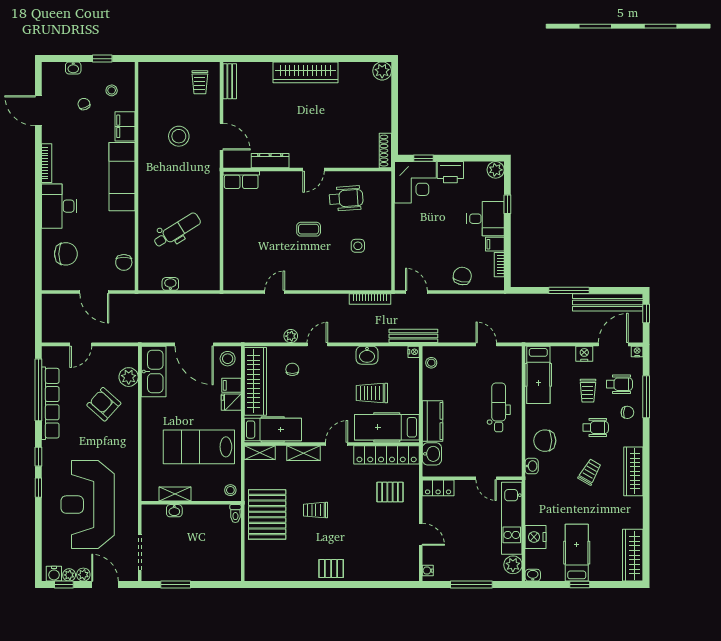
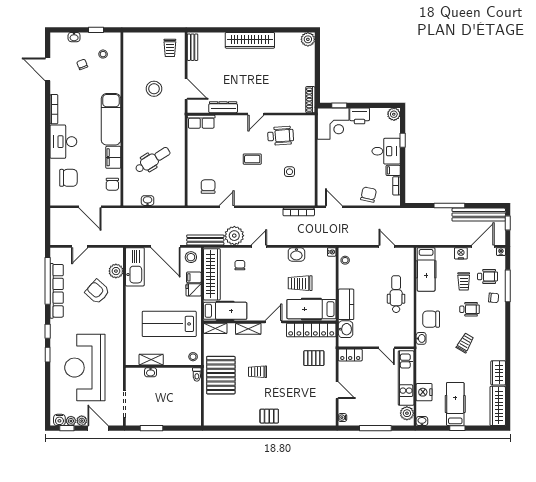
filing cabinet: (125, 126) -> (113, 157), moved
chair: (250, 265) -> (208, 187), added
plant: (291, 336) -> (234, 236), width x1.88, depth x1.88
bench: (413, 336) -> (205, 240), moved
wardrobe: (633, 471) -> (498, 373), moved, width x0.67

